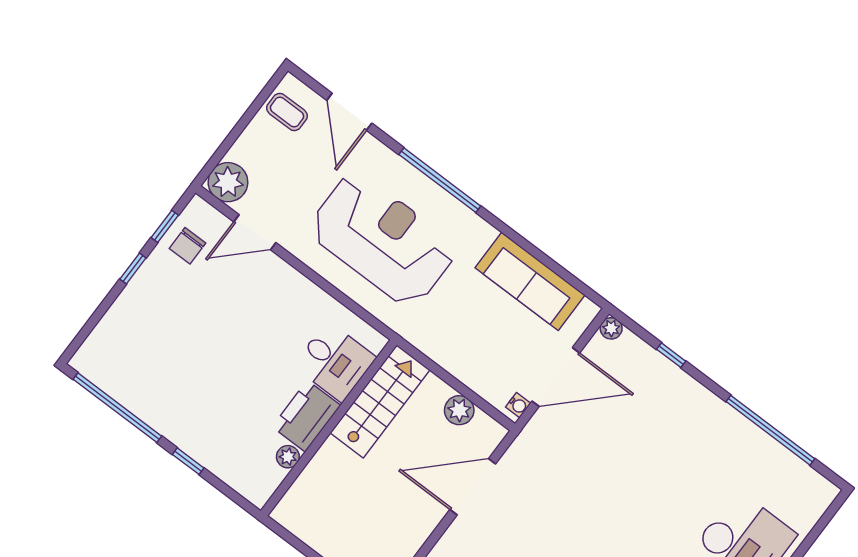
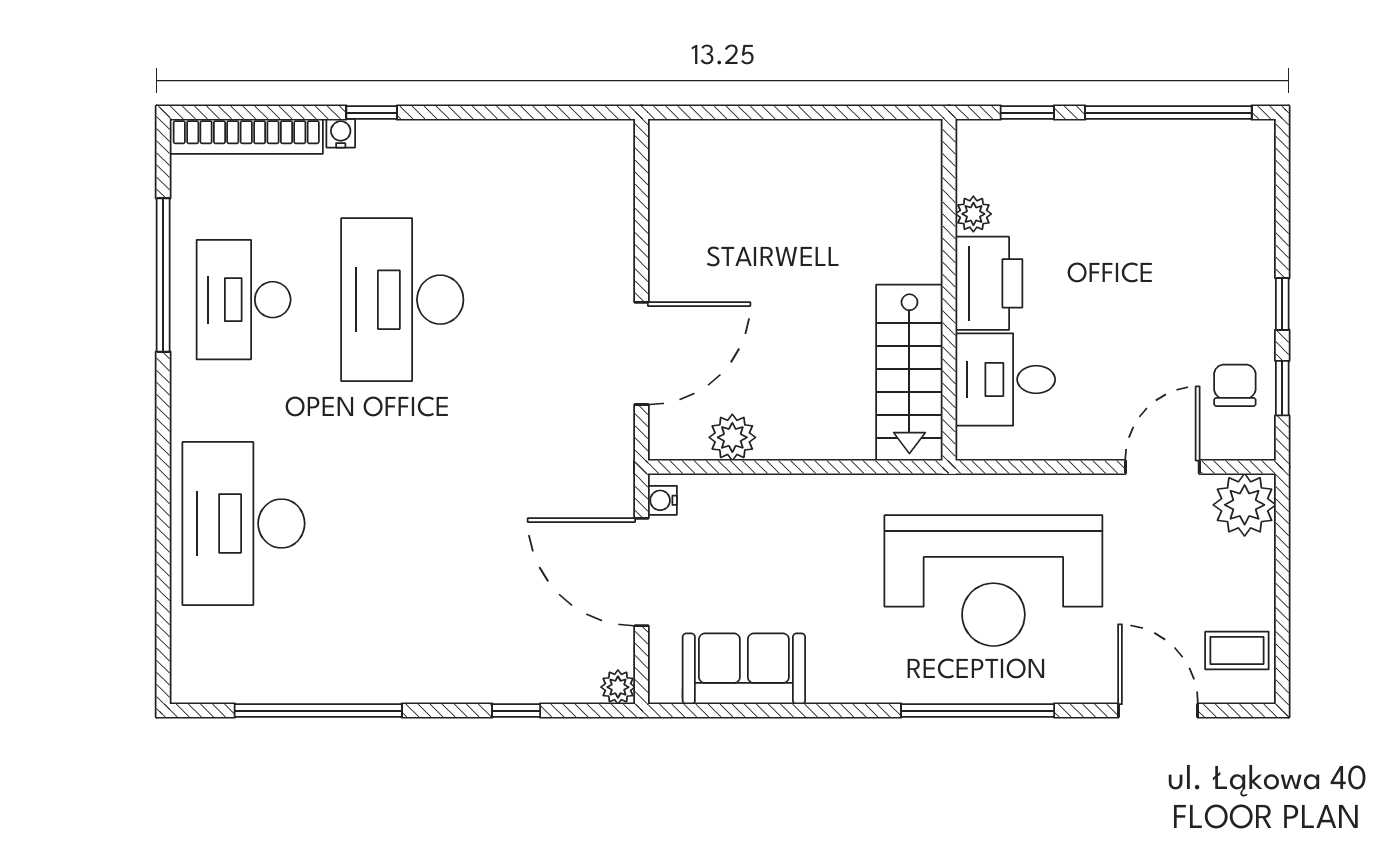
sofa: (530, 281) -> (744, 669), width x0.73
desk: (335, 362) -> (1005, 379), moved
door: (556, 377) -> (642, 572), hinge flipped
stairs: (380, 401) -> (909, 373), moved
printer: (306, 416) -> (989, 283), moved
wall: (329, 428) -> (949, 290), moved
plant: (288, 457) -> (973, 214), moved

